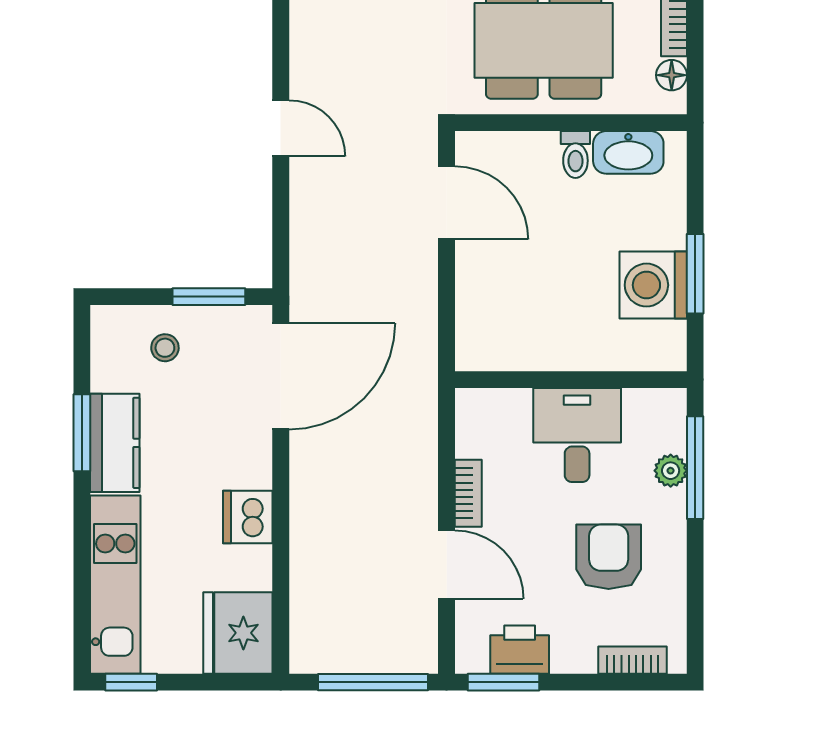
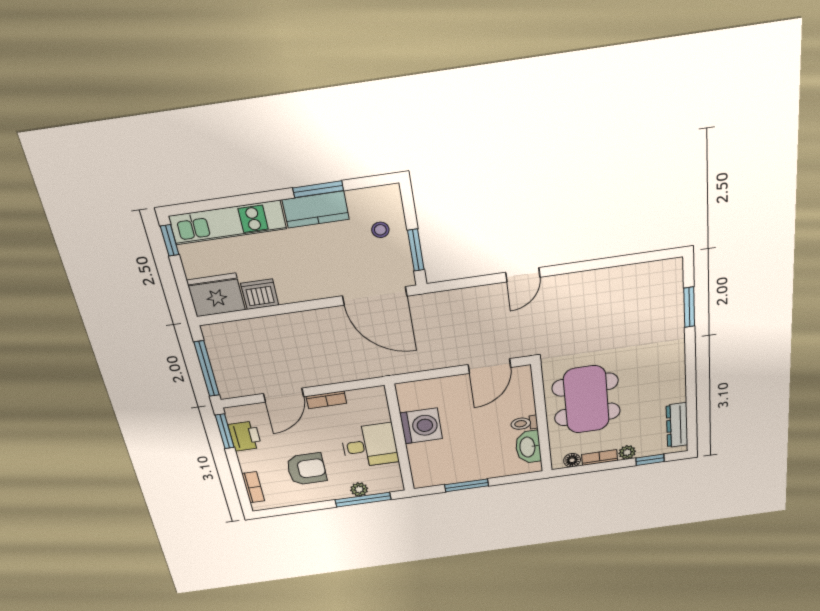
washing machine: (653, 285) -> (421, 426), moved, turned 90
dishwasher: (248, 517) -> (260, 294), moved

